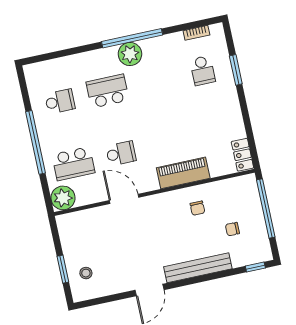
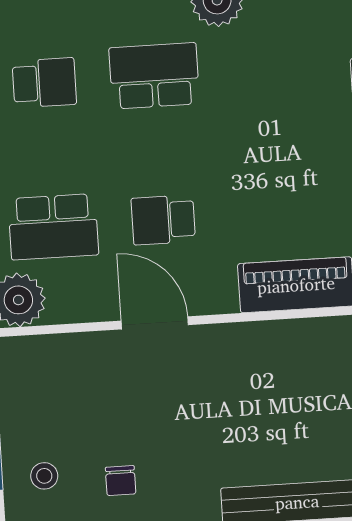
school desk: (121, 153) -> (163, 220), turned 180
chair: (197, 208) -> (121, 481), moved

